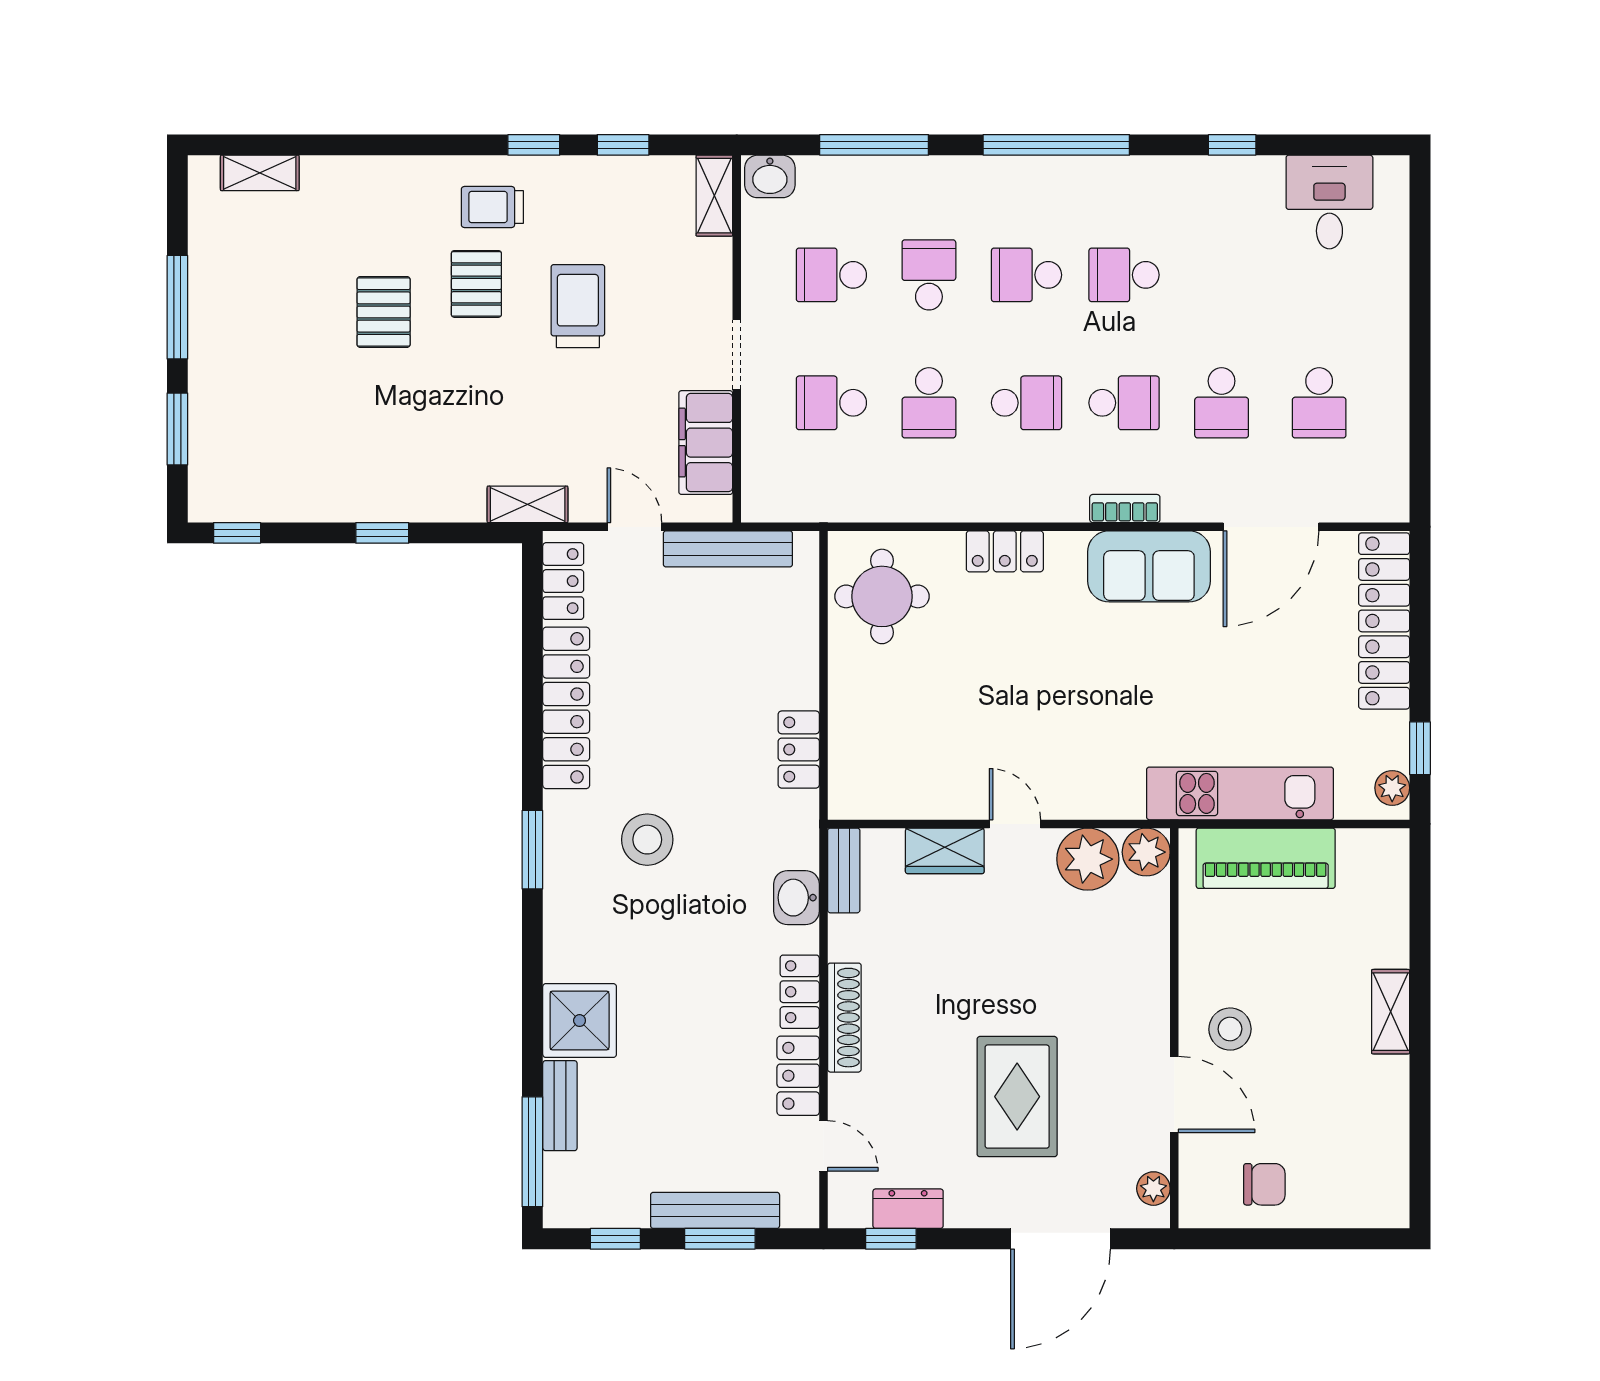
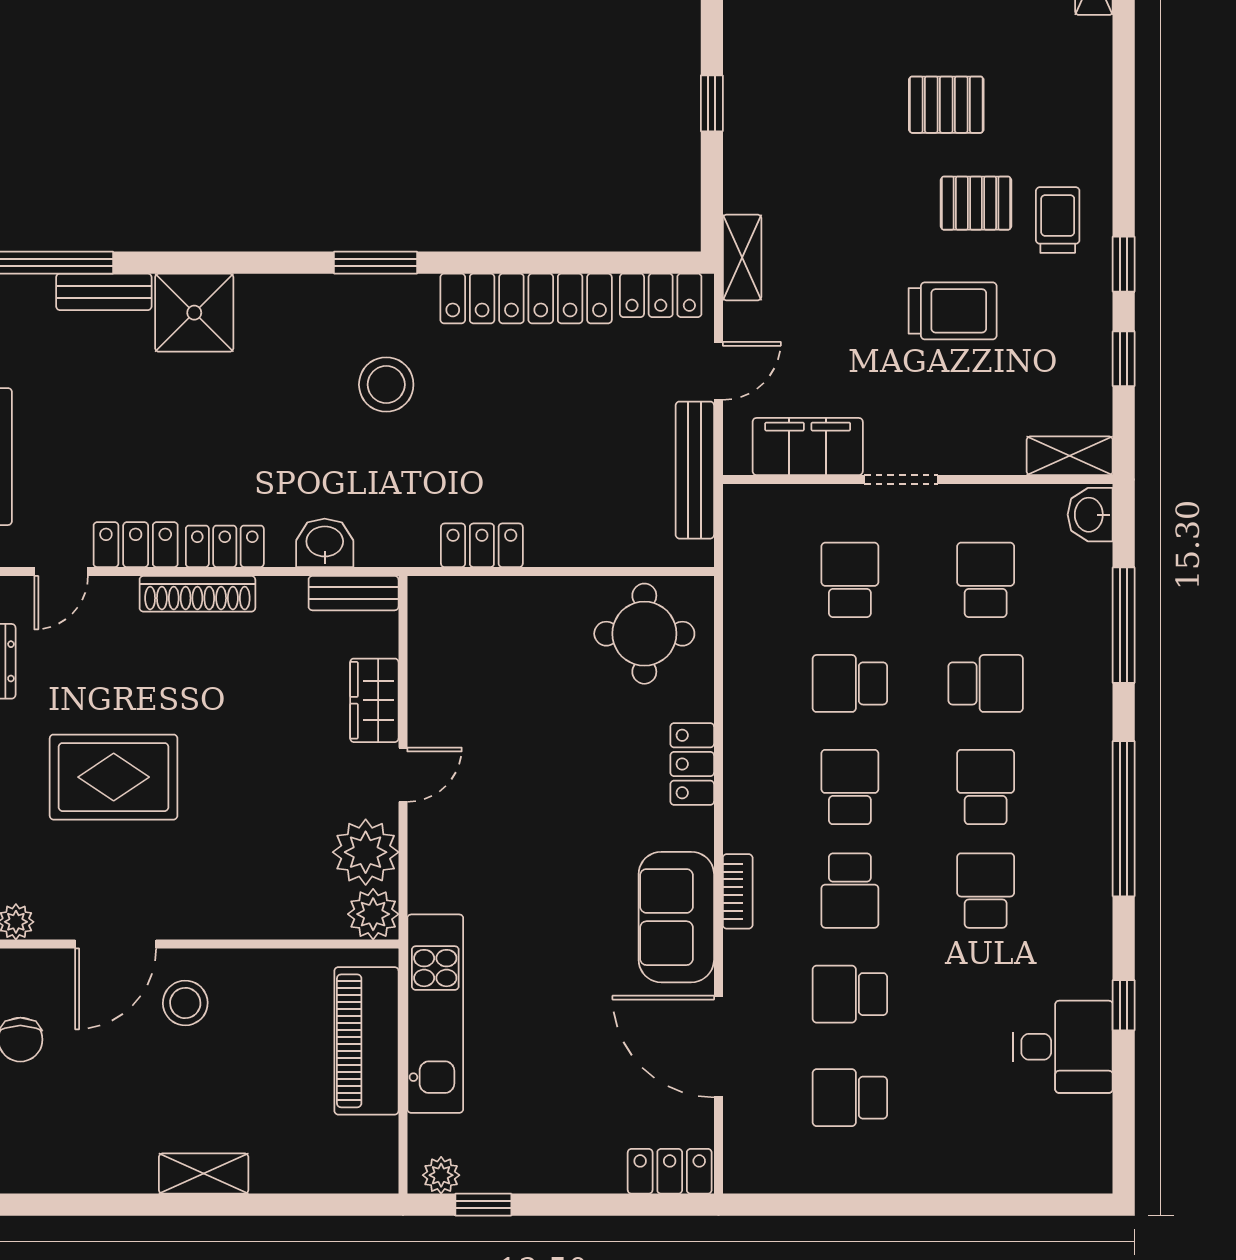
desk: (1329, 202) -> (1063, 1047), moved
school desk: (1026, 403) -> (850, 787), turned 180
locker: (1384, 621) -> (670, 1171), width x0.46, depth x0.83

